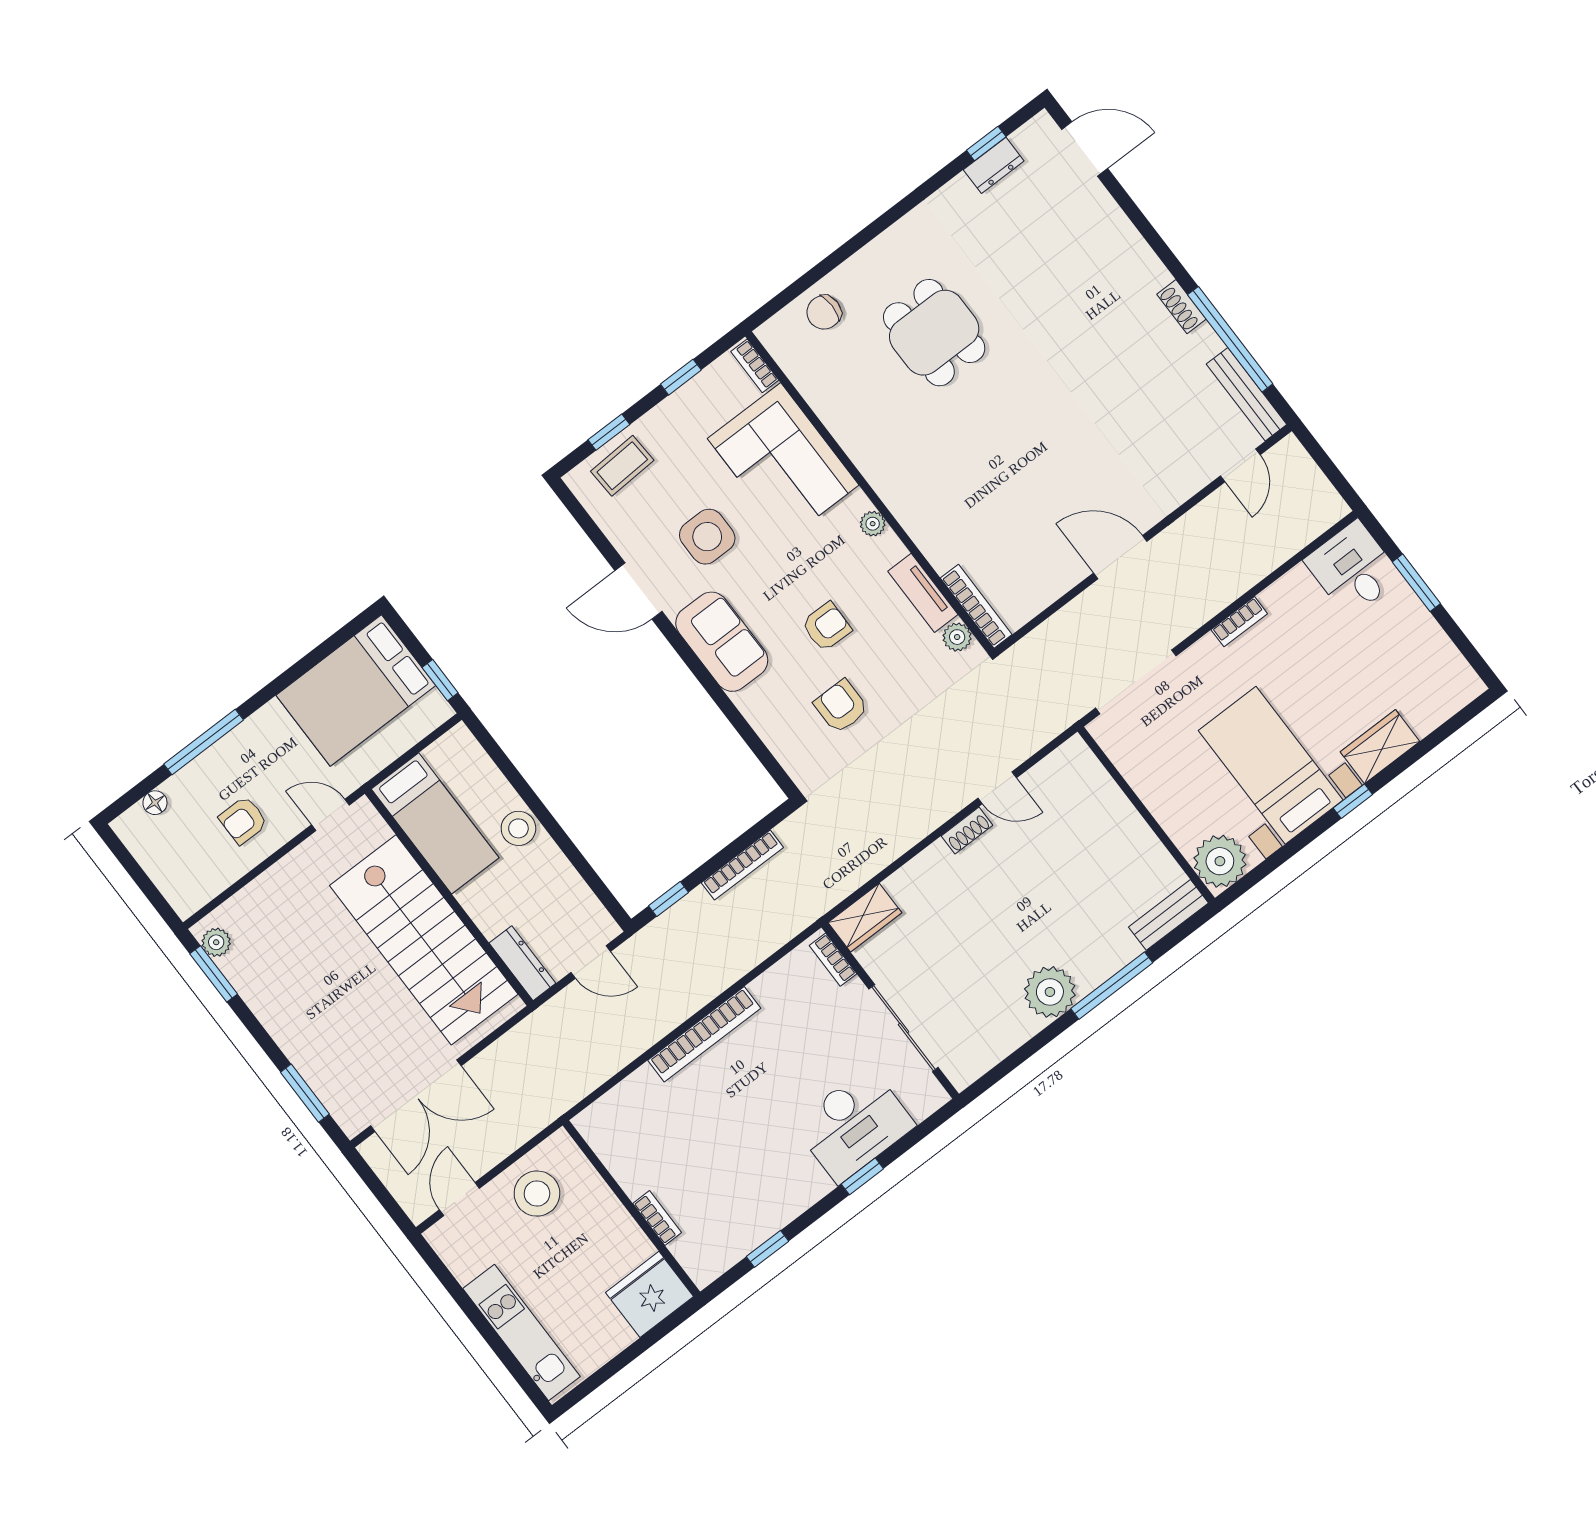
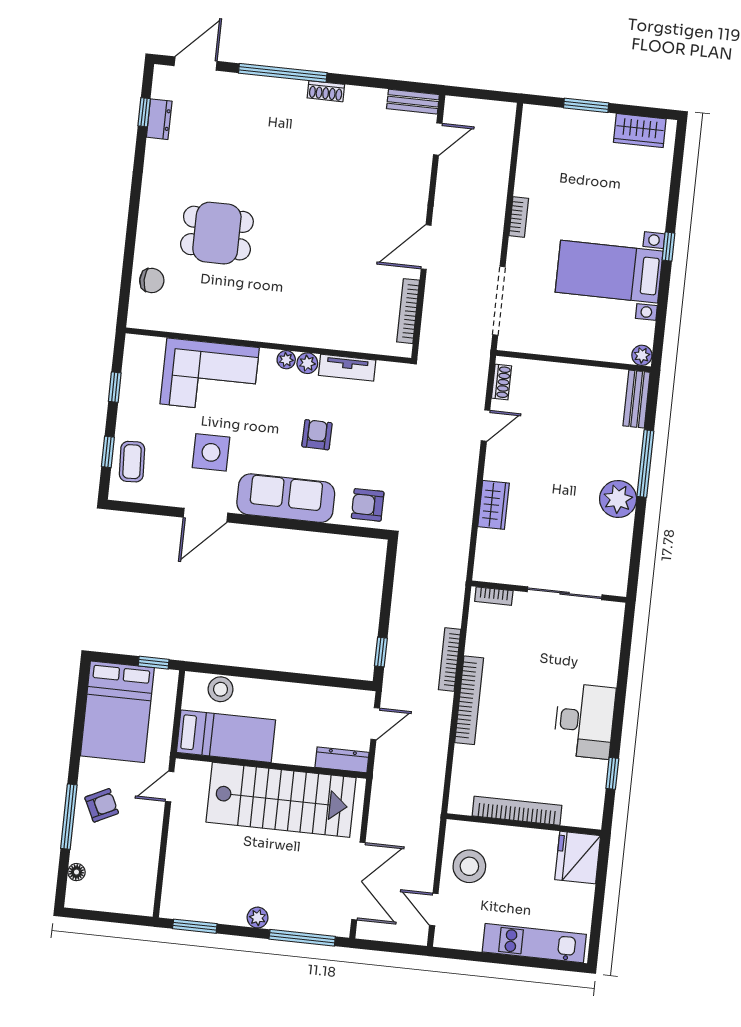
chair: (824, 312) -> (152, 280), turned -90
window: (1230, 339) -> (283, 73), moved
bookcase: (755, 366) -> (145, 343), removed
bench: (1247, 394) -> (413, 102), width x0.73
door: (1240, 465) -> (438, 139), hinge flipped
desk: (1353, 569) -> (547, 131), removed
bookcase: (976, 606) -> (408, 311), moved, turned -90
plant: (957, 637) -> (307, 363), moved
sofa: (722, 642) -> (286, 498), width x1.36
armchair: (841, 706) -> (368, 505), moved
wardrobe: (1380, 747) -> (640, 131), moved, turned -90
armchair: (243, 820) -> (102, 805), moved, turned -116
stool: (518, 828) -> (221, 689), moved
shoe rack: (967, 831) -> (502, 382), moved
plant: (1220, 861) -> (642, 355), width x0.53, depth x0.53
bookcase: (742, 865) -> (450, 660), moved, turned 180
wardrobe: (865, 918) -> (494, 505), moved
plant: (216, 942) -> (258, 918), moved
window: (305, 1093) -> (302, 938), width x1.44
desk: (854, 1125) -> (585, 721), moved
window: (862, 1176) -> (621, 688), removed
bookcase: (657, 1218) -> (517, 811), width x2.31, depth x1.31

